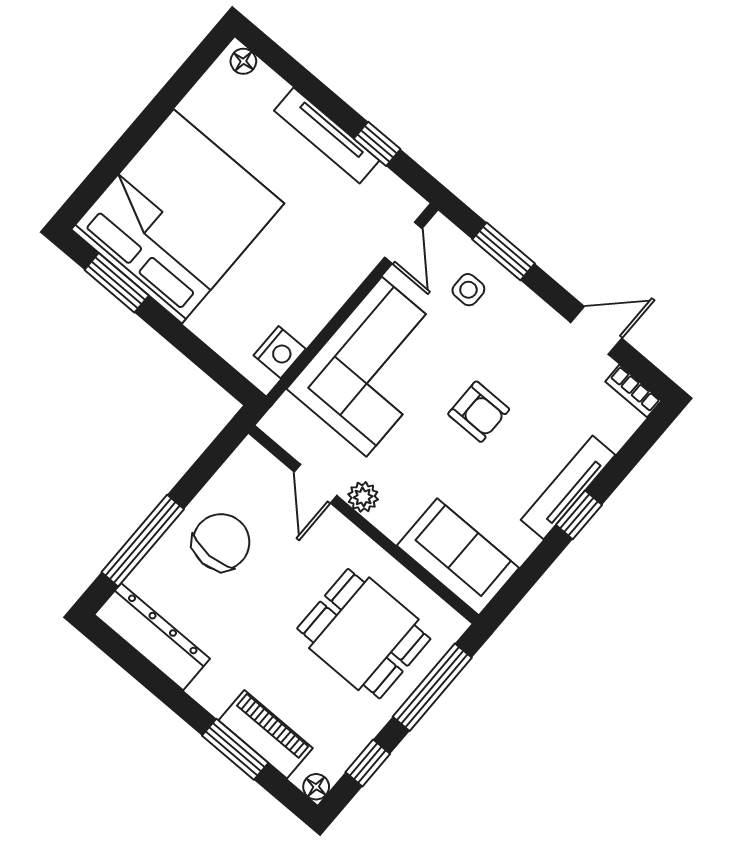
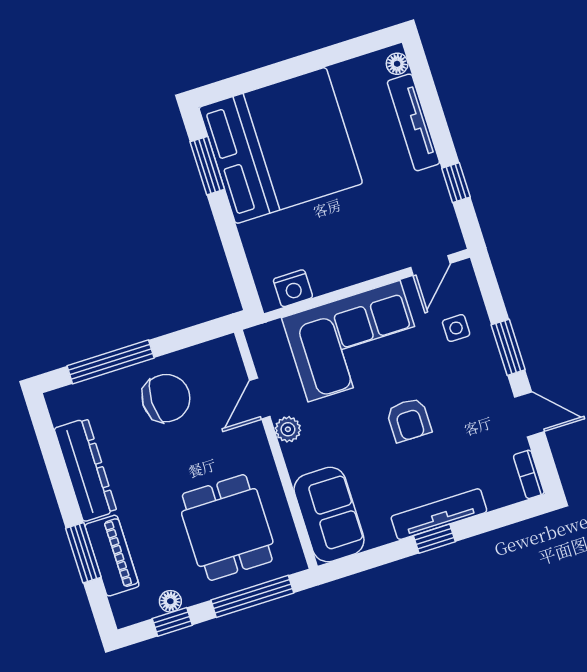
tv unit: (327, 136) -> (413, 122), moved
window: (503, 251) -> (508, 347), moved
dresser: (152, 637) -> (85, 470), moved
floor lamp: (316, 787) -> (170, 601), moved

